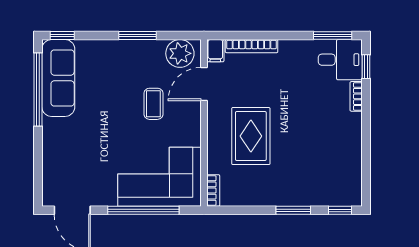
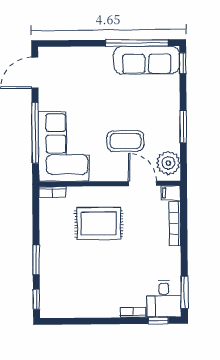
coffee table: (153, 104) -> (125, 141), width x1.36, depth x1.30

